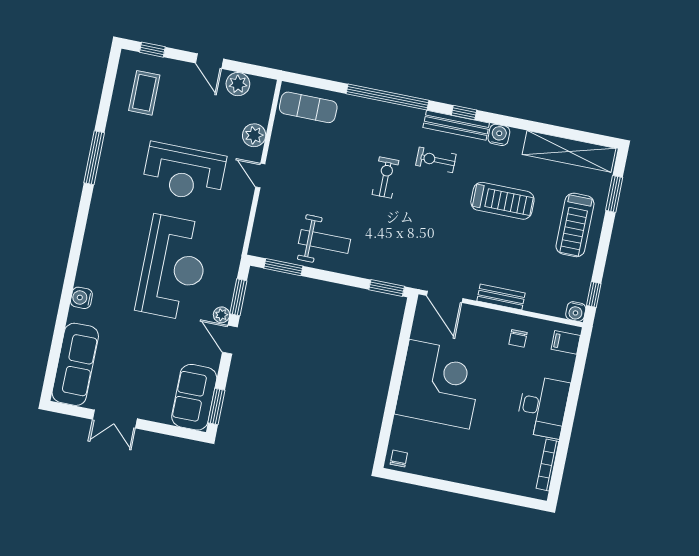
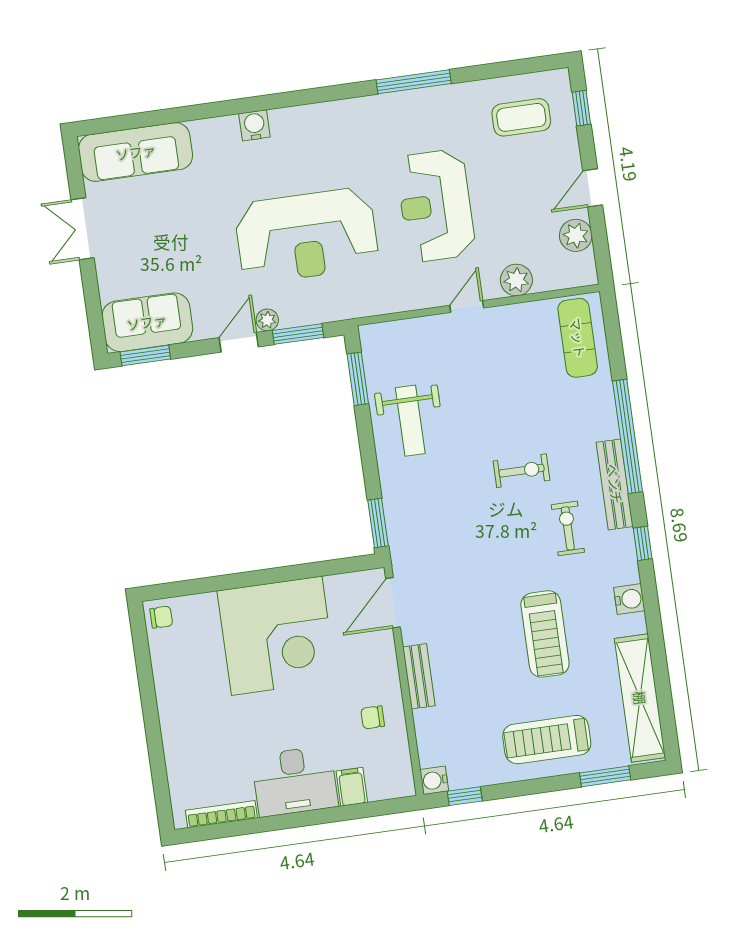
bench: (456, 125) -> (615, 484), moved
water cooler: (81, 298) -> (254, 125), moved
filing cabinet: (566, 342) -> (352, 787), moved

